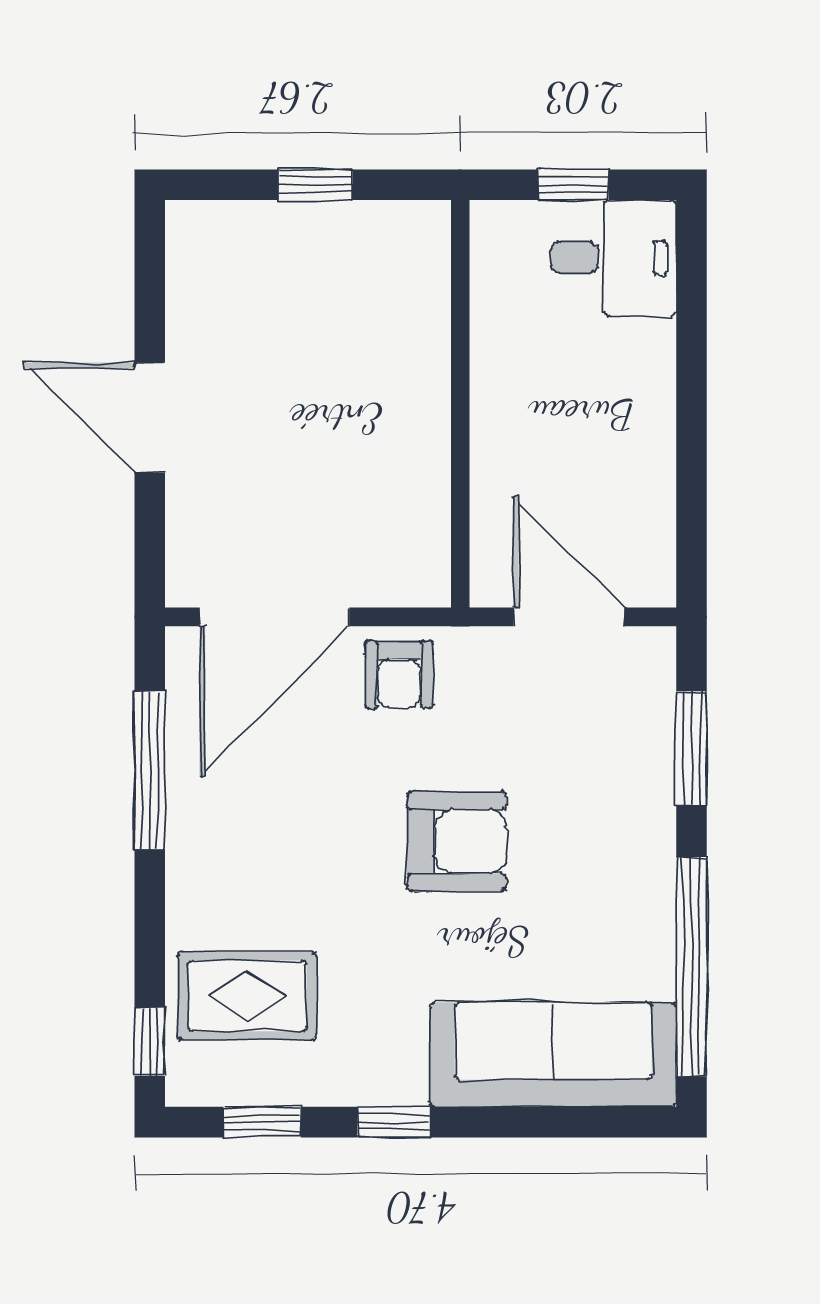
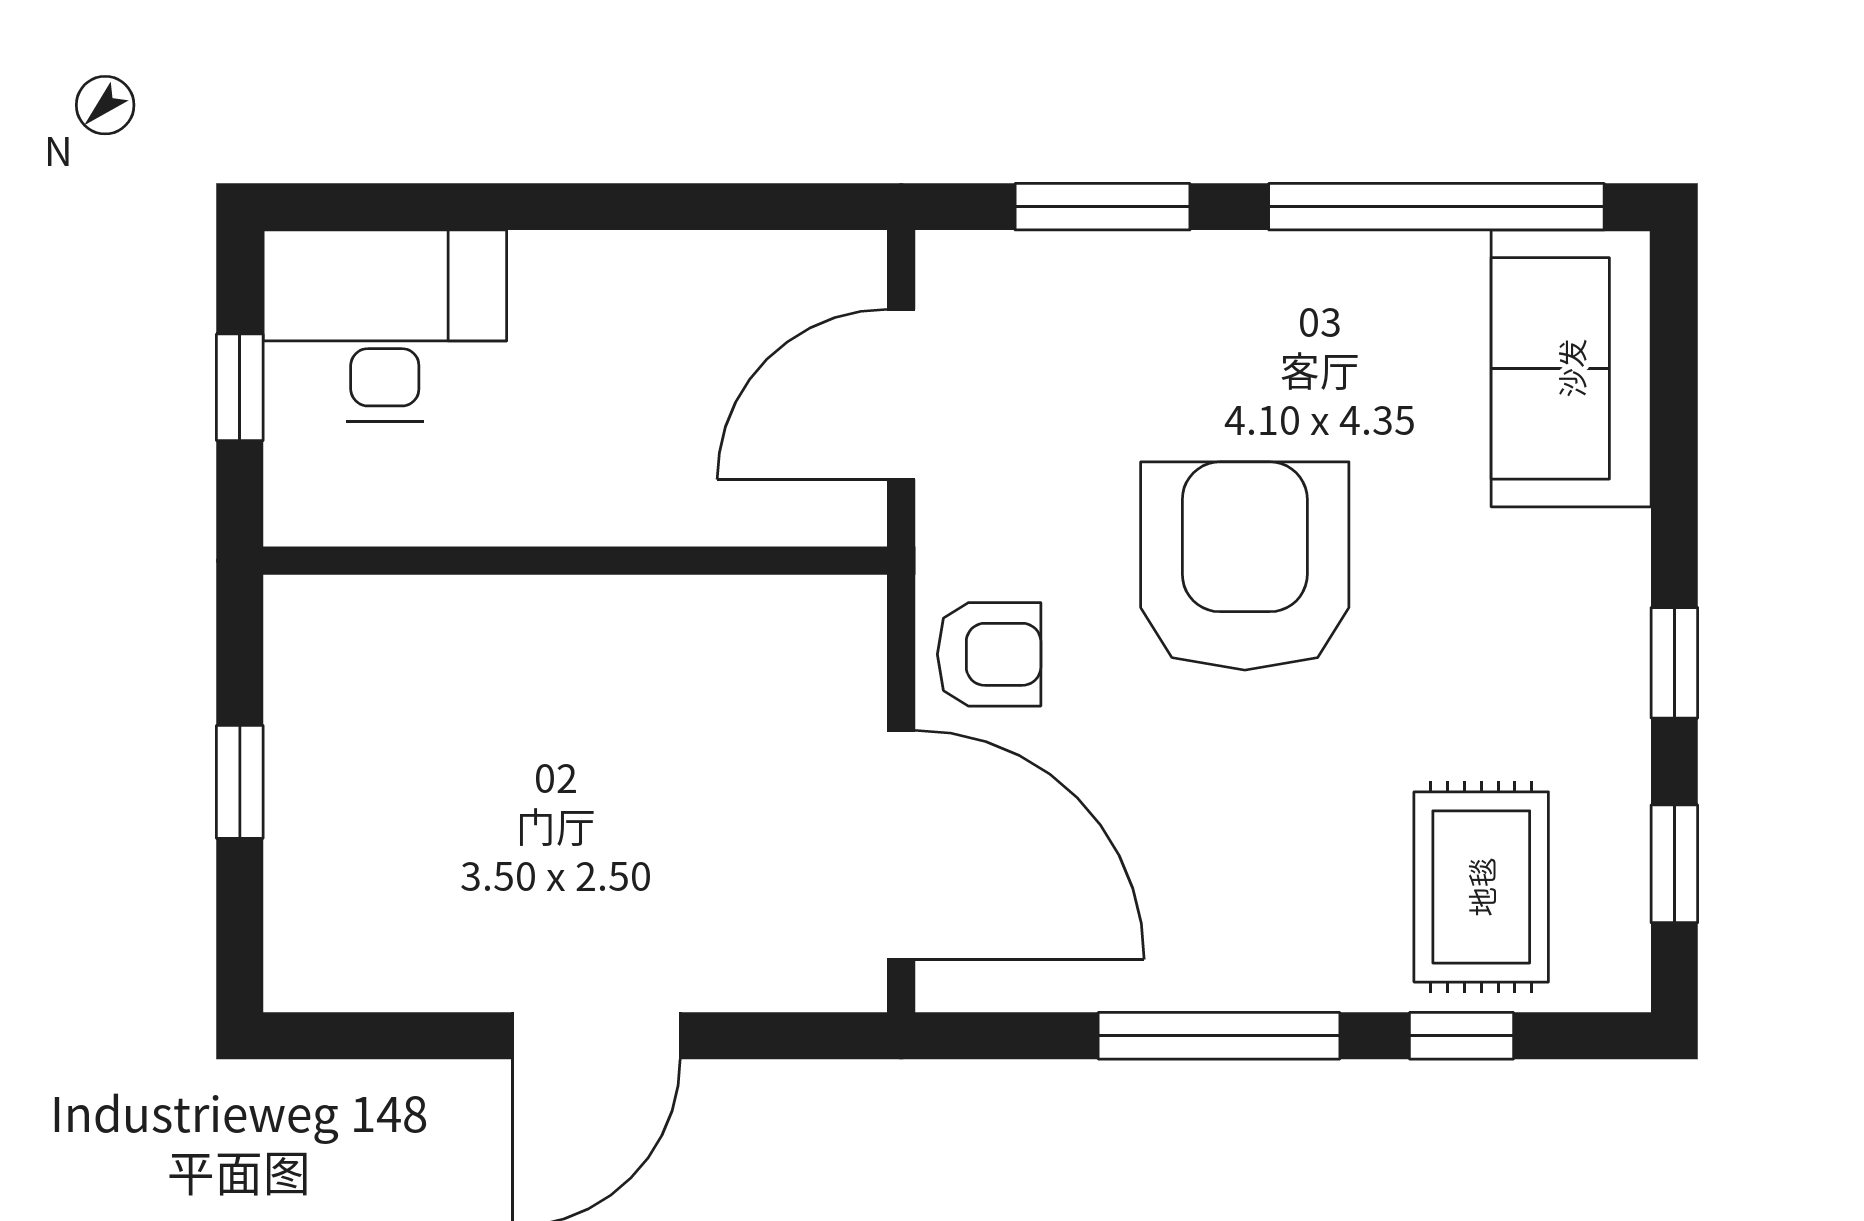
desk: (614, 258) -> (385, 326), width x1.37
window: (150, 770) -> (1219, 1036), moved
armchair: (457, 841) -> (1245, 566), width x1.36, depth x1.36
window: (150, 1042) -> (1461, 1036), moved
sofa: (553, 1055) -> (1571, 368), width x0.73

